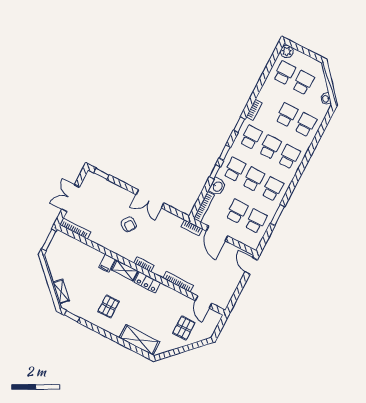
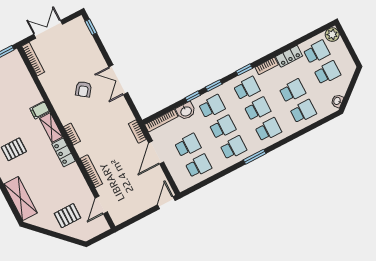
locker: (266, 91) -> (289, 56), added
window: (277, 215) -> (255, 157), moved

